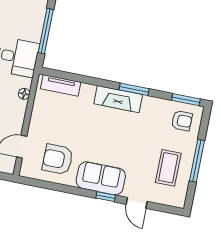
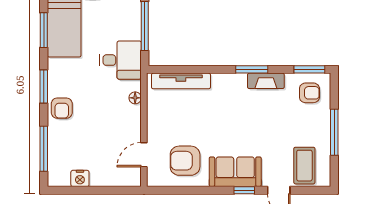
tv unit: (61, 85) -> (181, 81), width x1.41
fireplace: (118, 99) -> (266, 81), moved, width x0.73, depth x0.76
coffee table: (168, 168) -> (304, 166), moved

